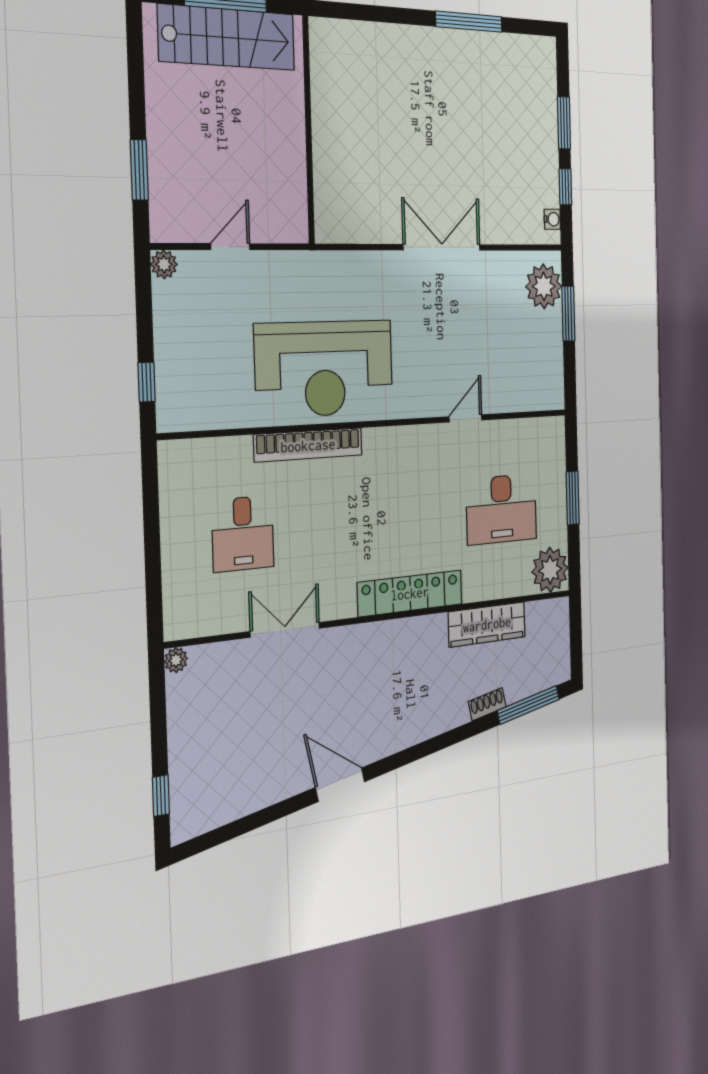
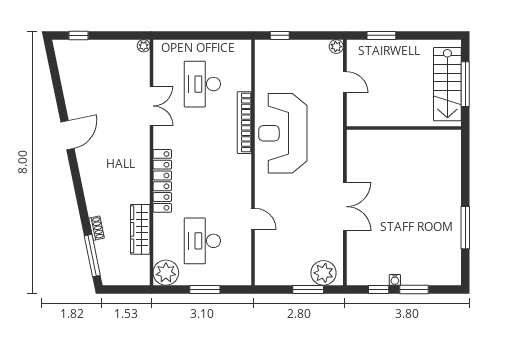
water cooler: (552, 219) -> (395, 280), moved
desk: (243, 534) -> (202, 84), width x1.37

